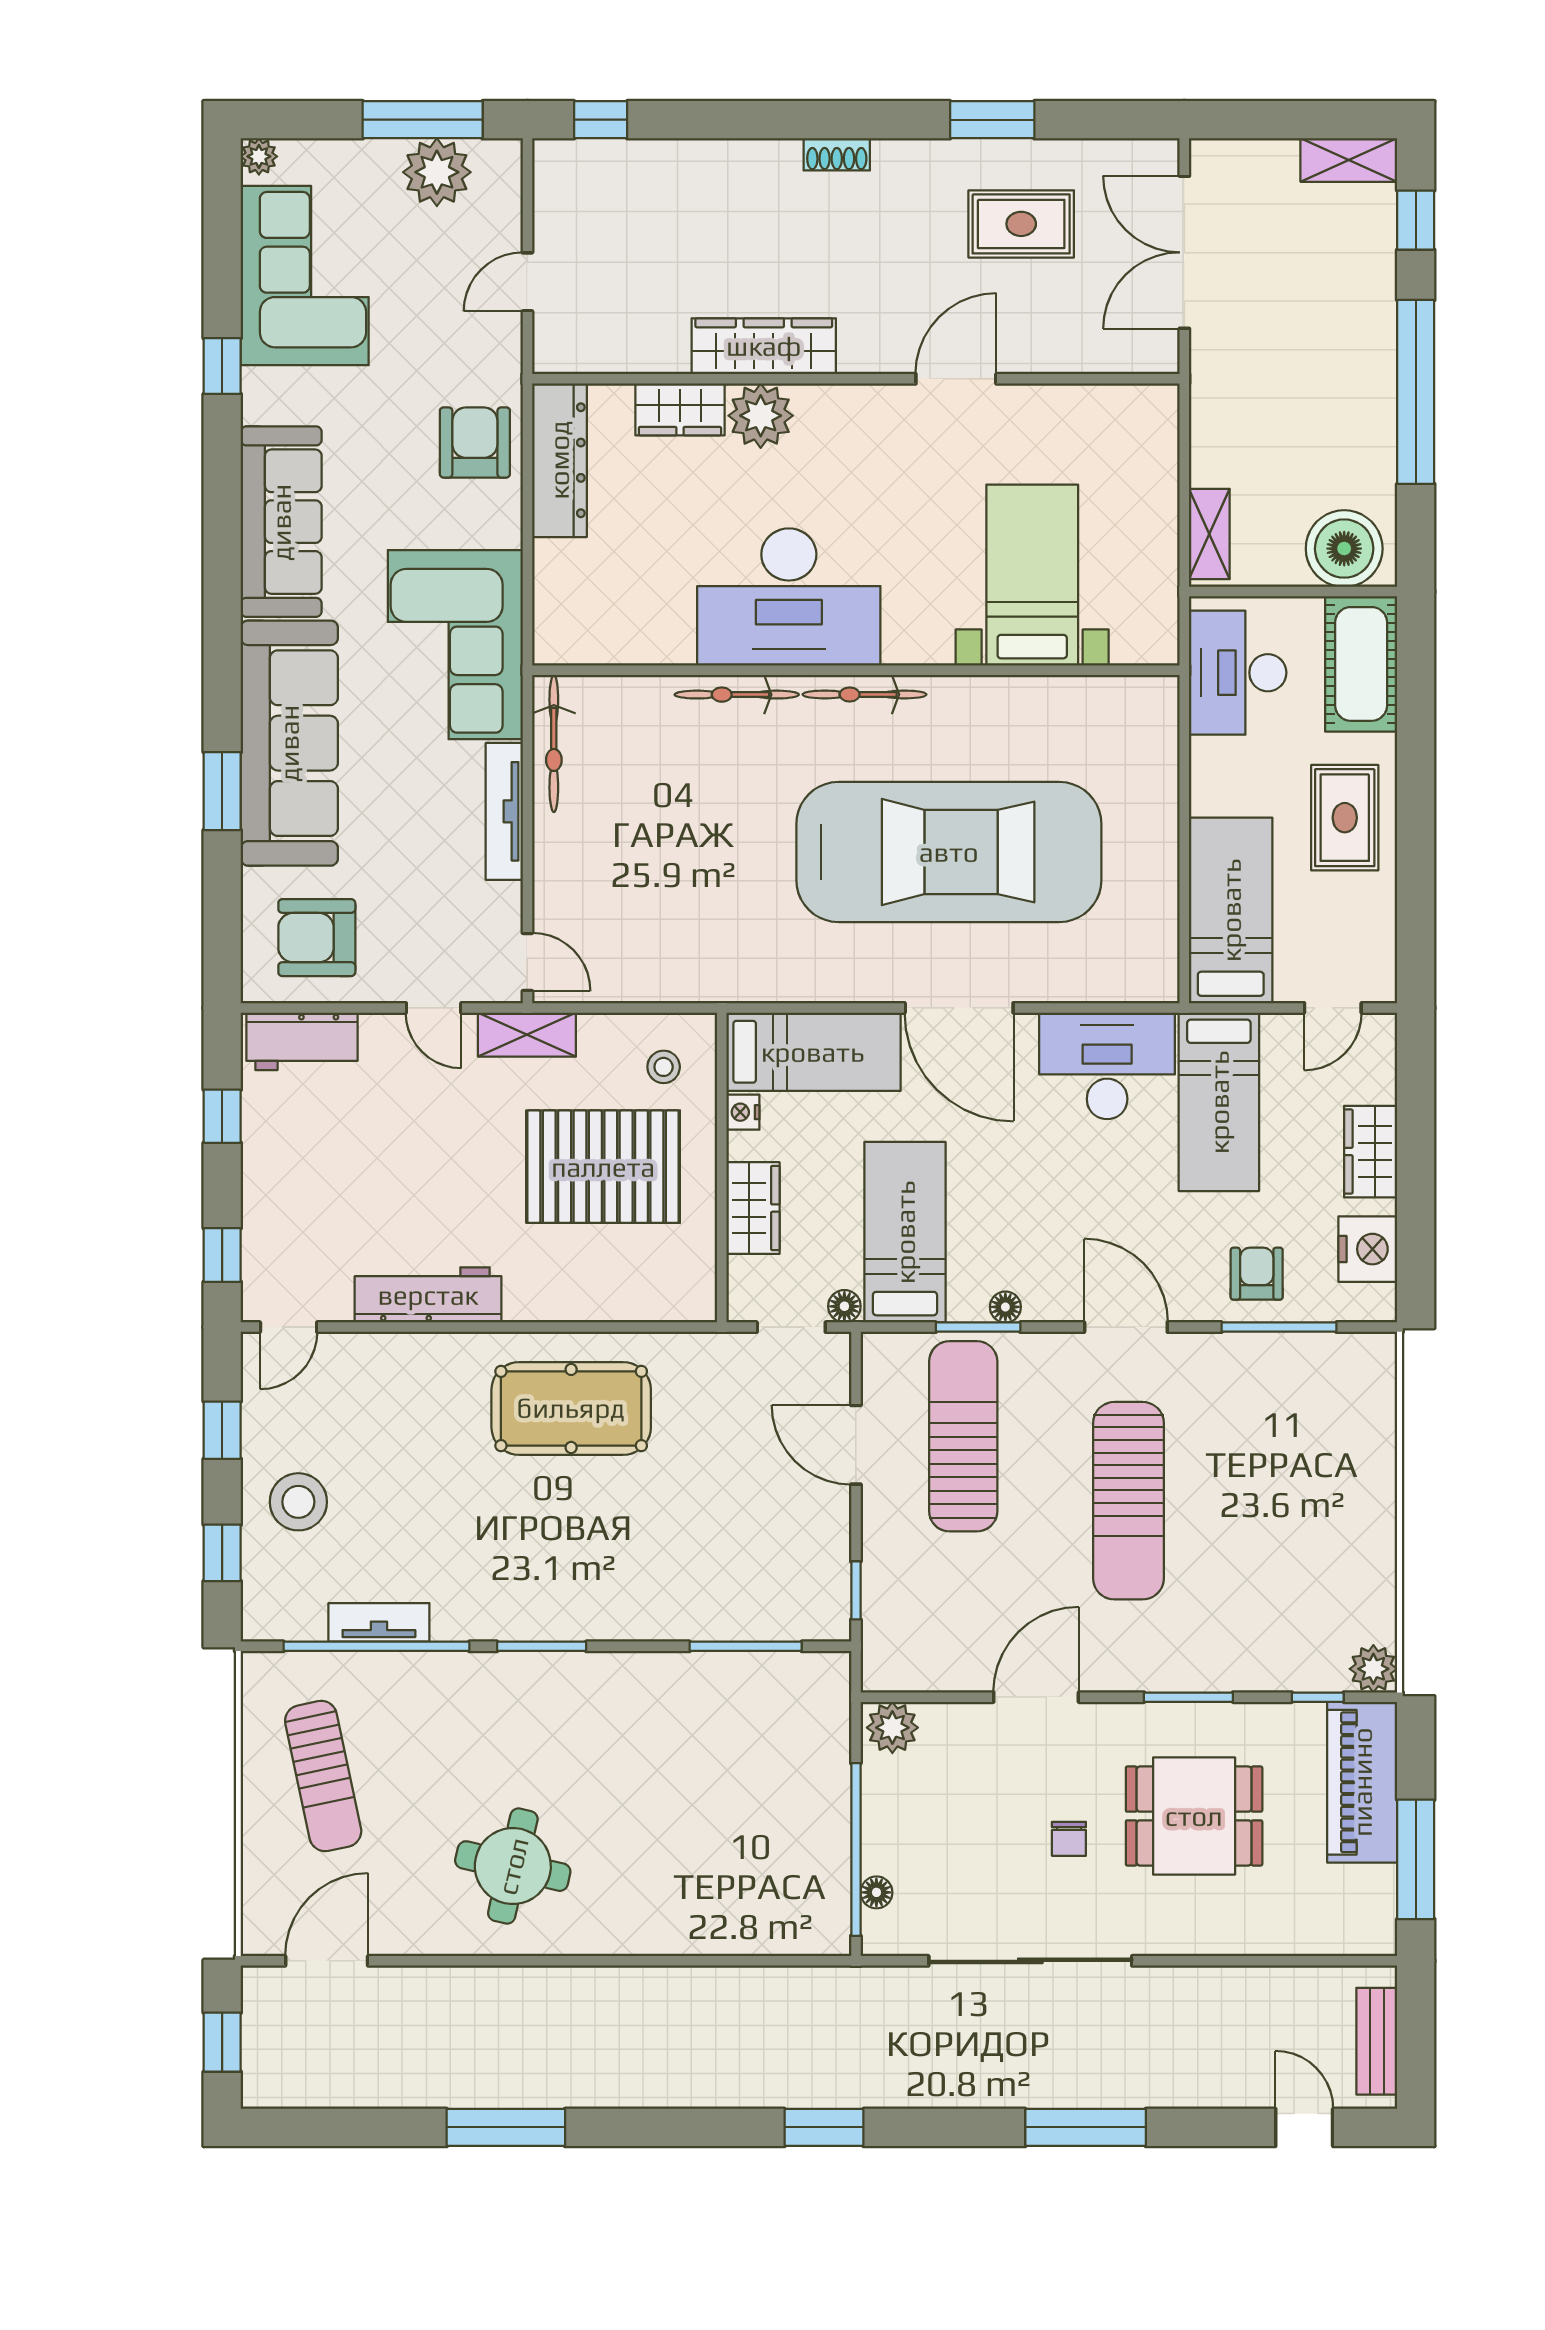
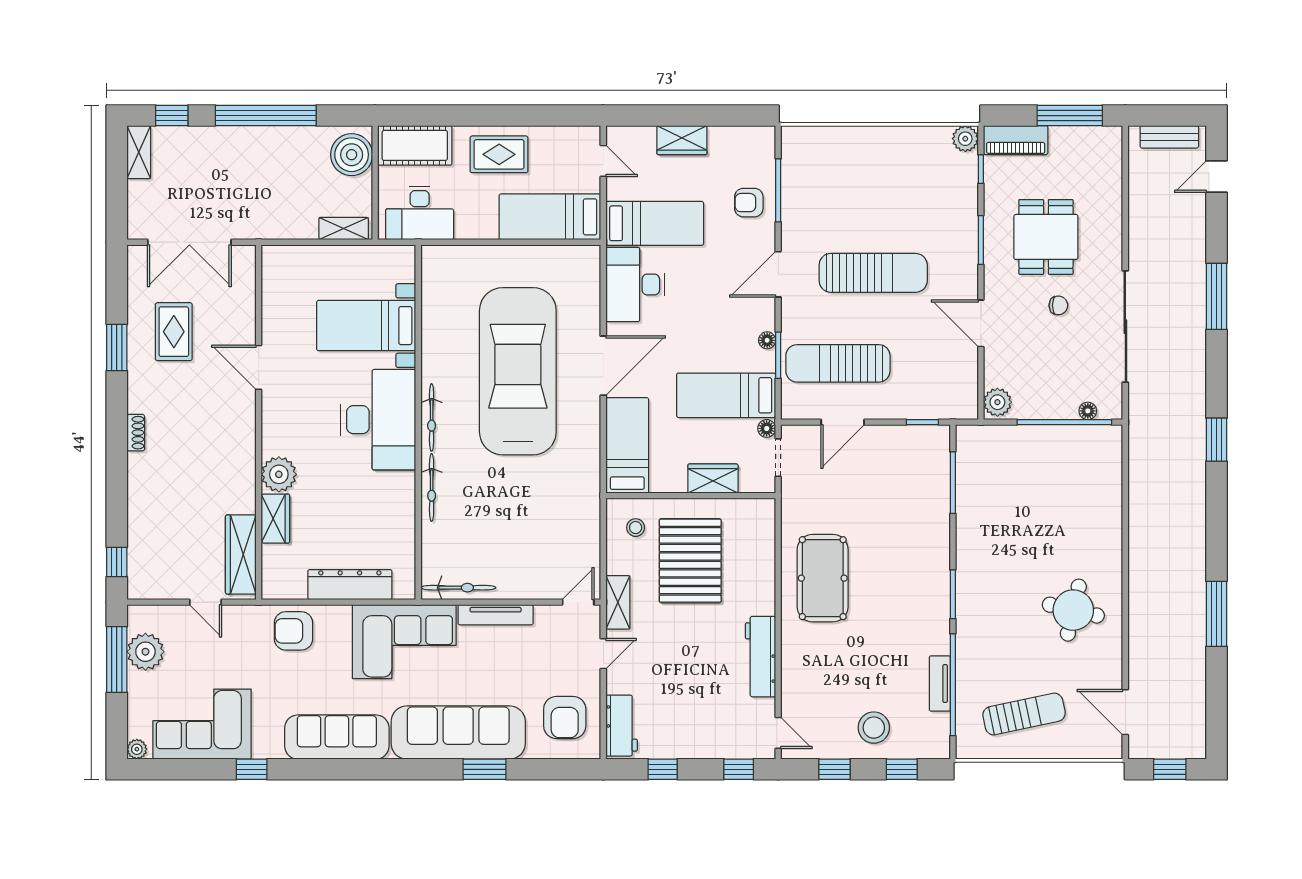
wardrobe: (764, 346) -> (241, 554), moved
dresser: (559, 460) -> (350, 585), moved
desk: (789, 597) -> (378, 420), moved
nightstand: (743, 1112) -> (660, 484), removed
nightstand: (1368, 1249) -> (735, 142), removed
piano: (1362, 1782) -> (1016, 140), width x0.73, depth x0.75

